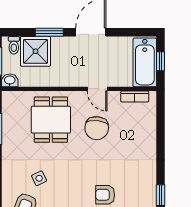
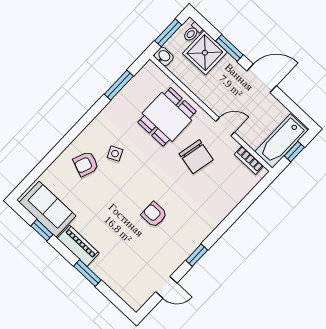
door: (97, 89) -> (225, 127), swing flipped
chair: (97, 128) -> (196, 157), turned -84

